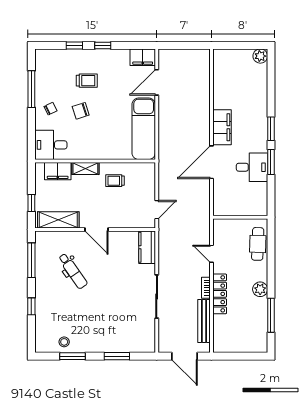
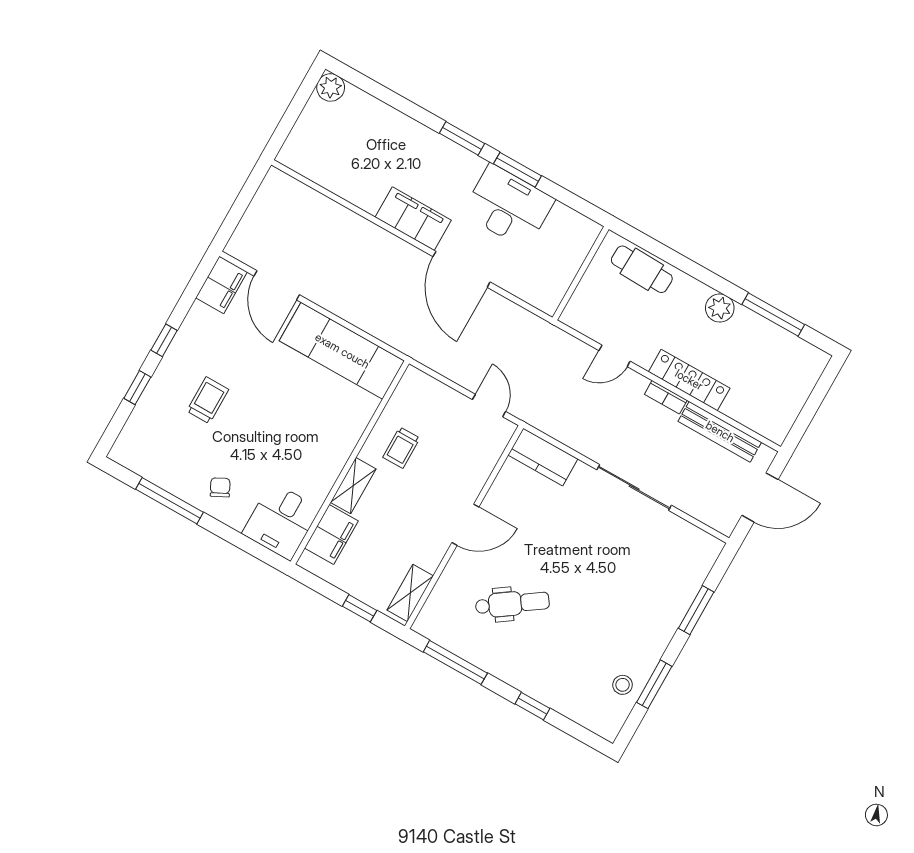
chair: (81, 111) -> (252, 439), removed
desk: (252, 167) -> (508, 206), width x1.37
shelving: (58, 220) -> (410, 593), width x0.67, depth x0.75

